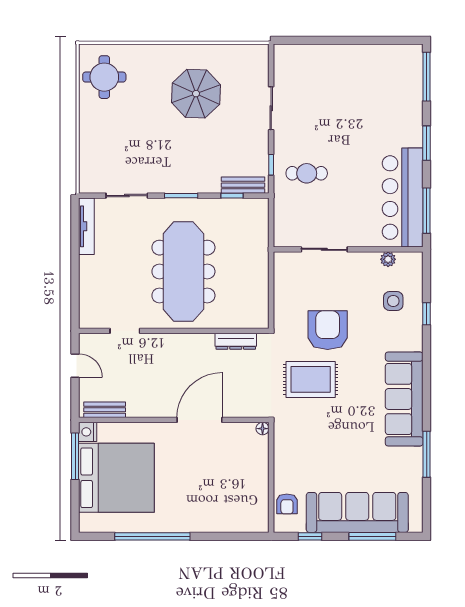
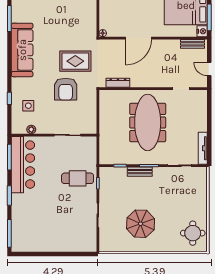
cafe table: (307, 173) -> (78, 178), width x1.37, depth x1.35
bench: (243, 185) -> (140, 172), moved

